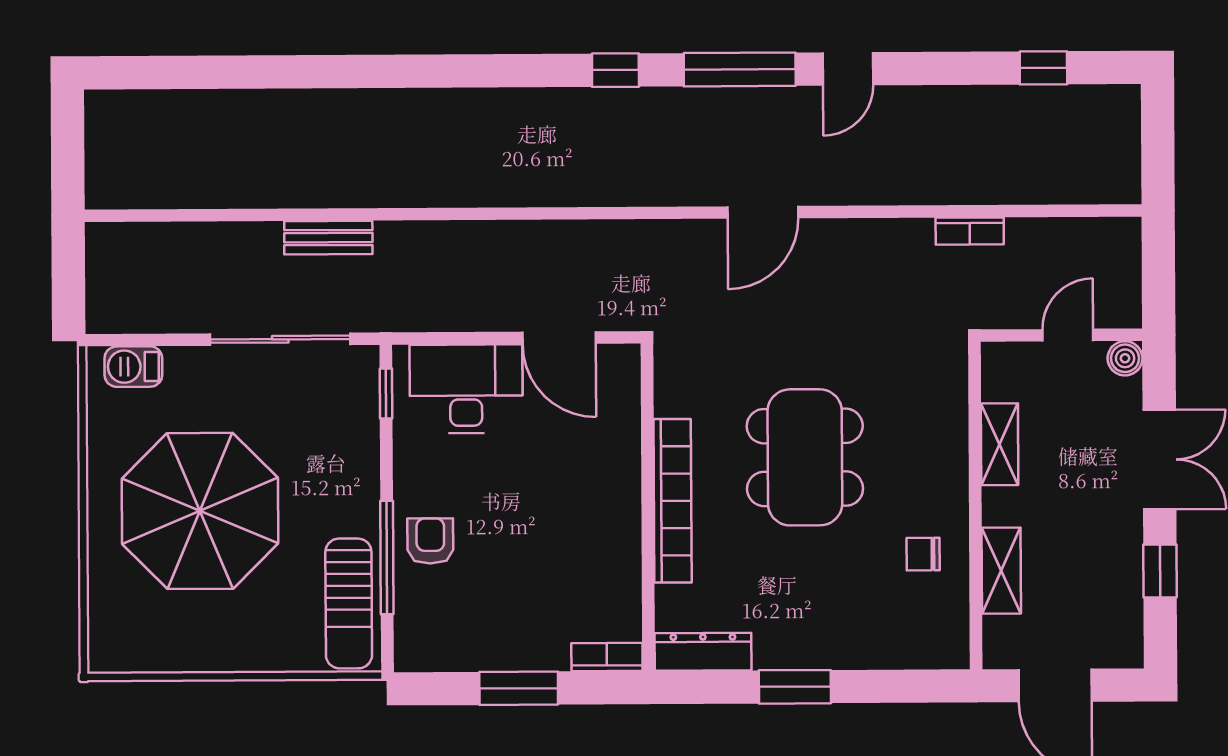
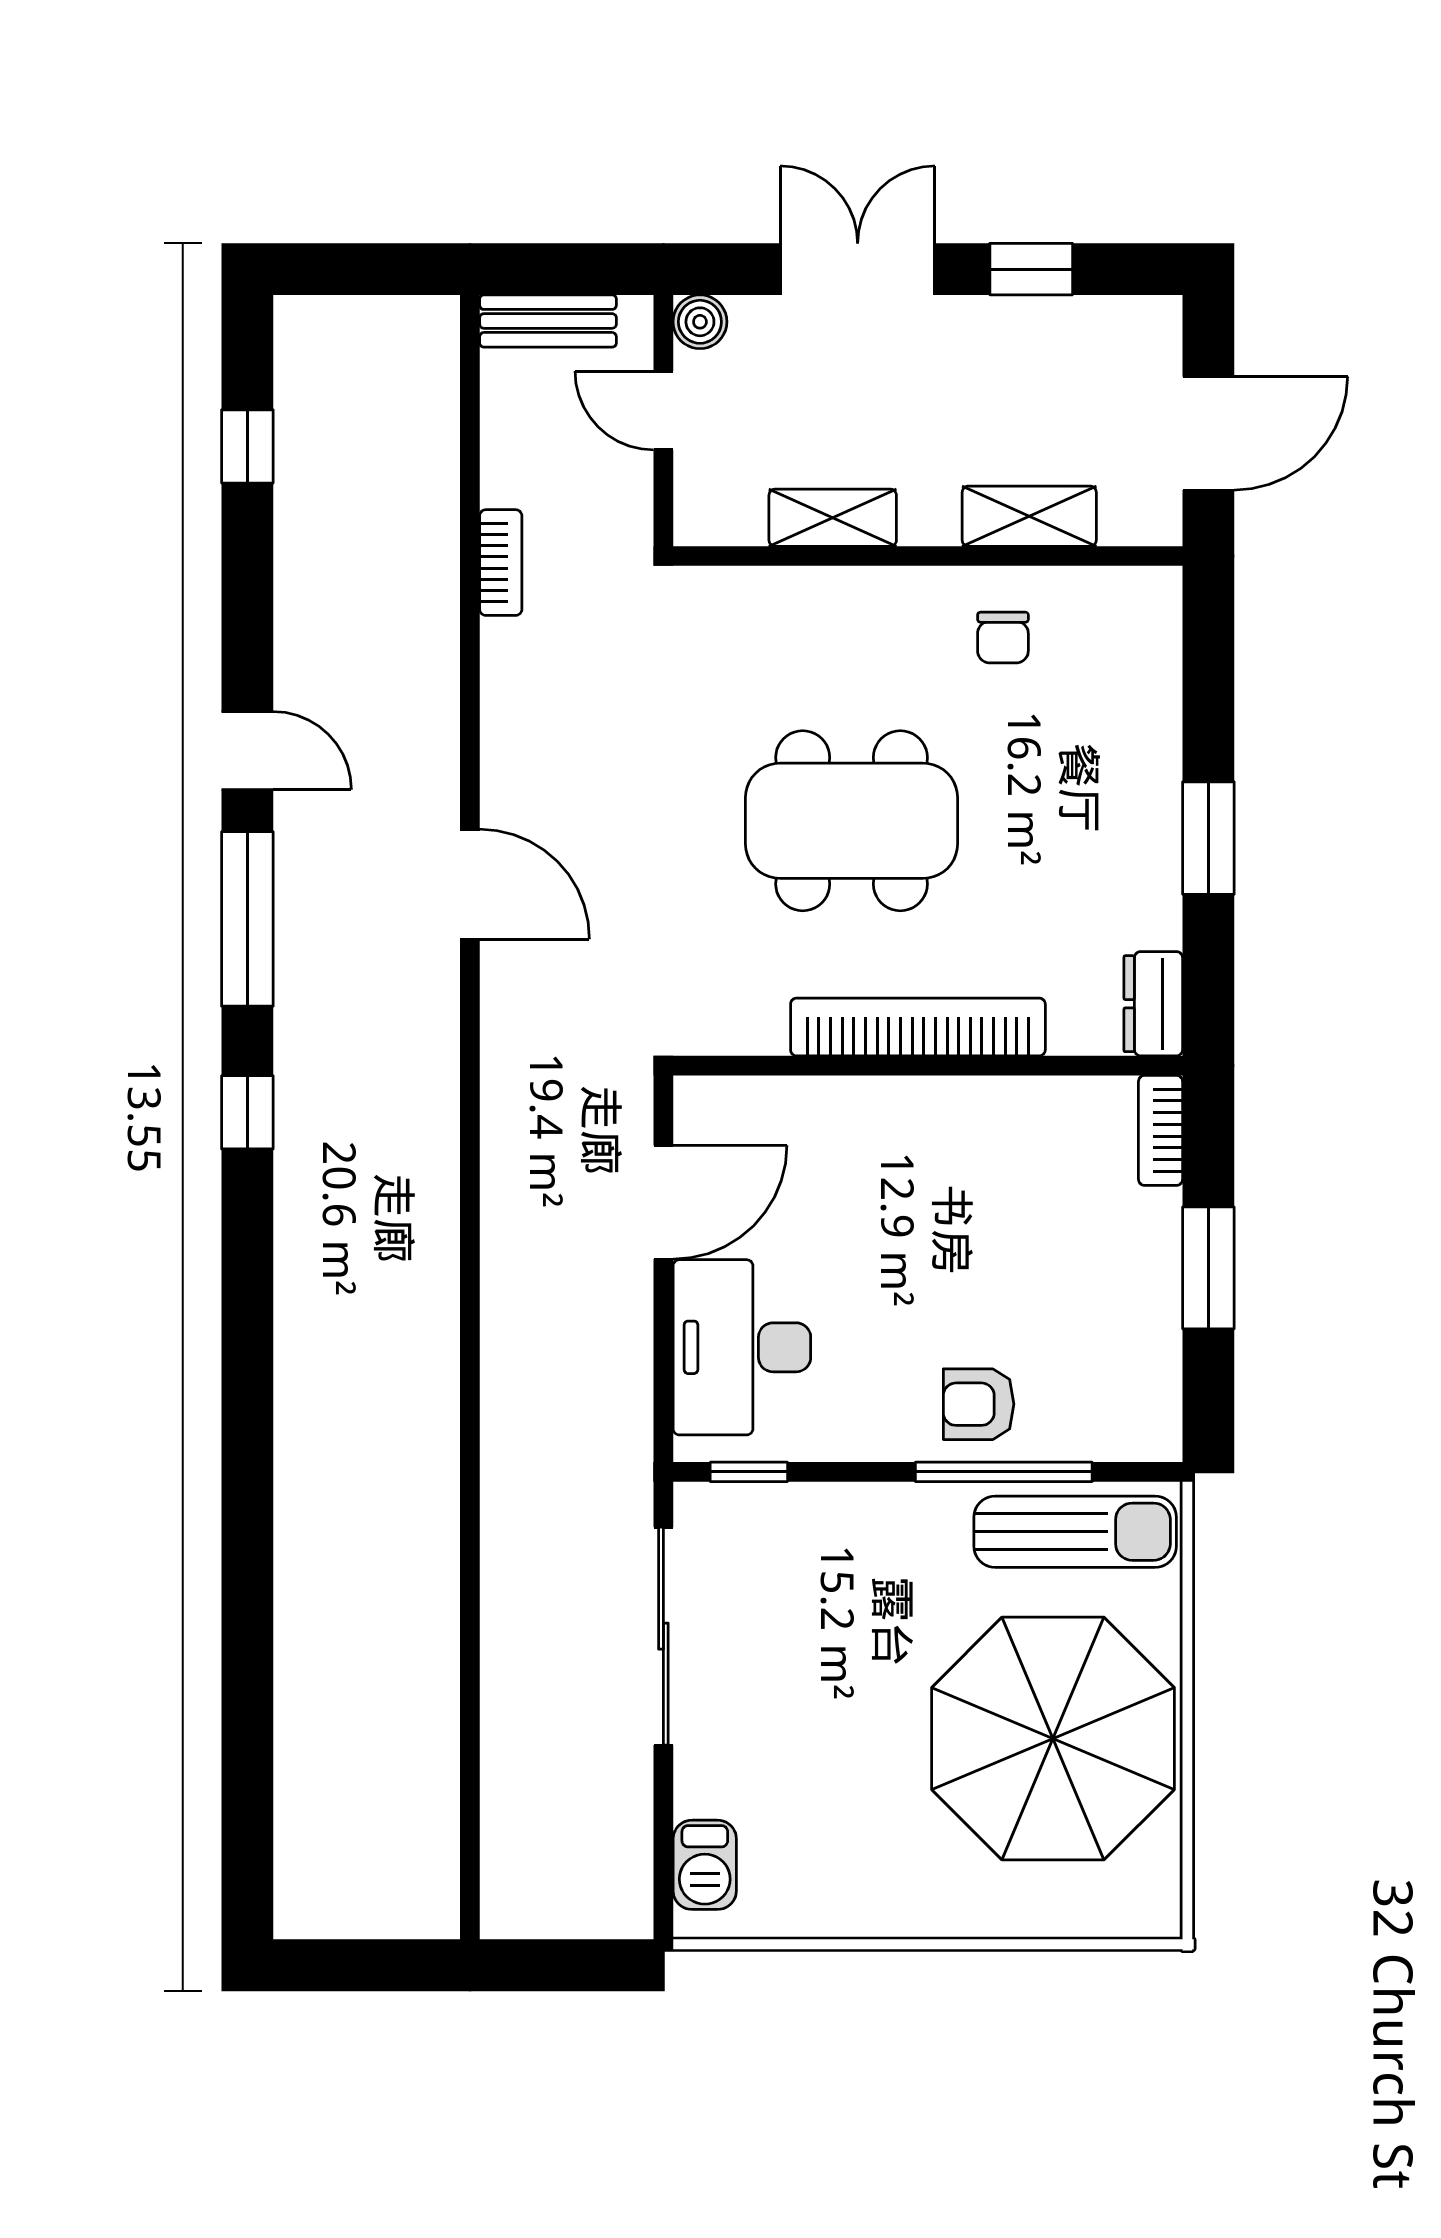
bench: (328, 238) -> (548, 321), moved, turned 90
parasol: (200, 511) -> (1053, 1739), moved
dresser: (703, 652) -> (1153, 1004), width x0.70

